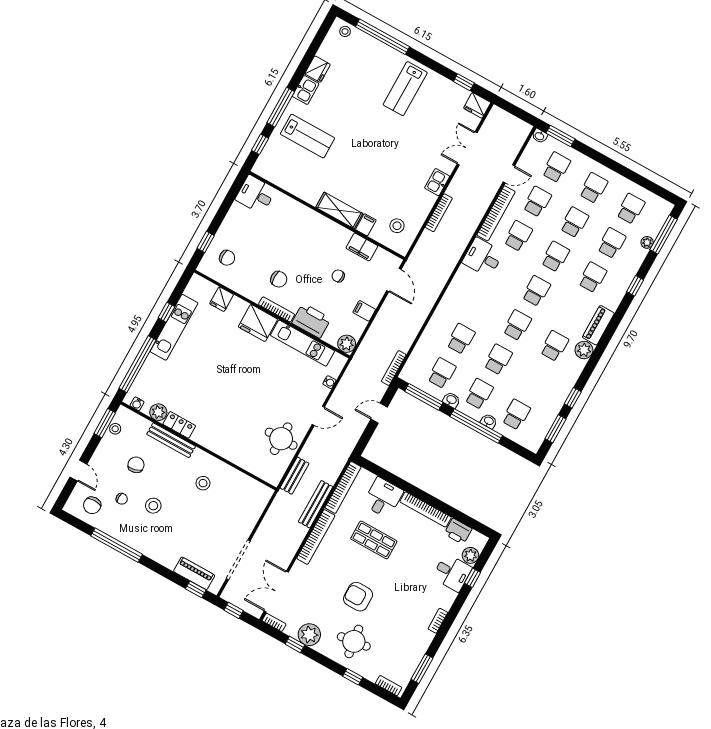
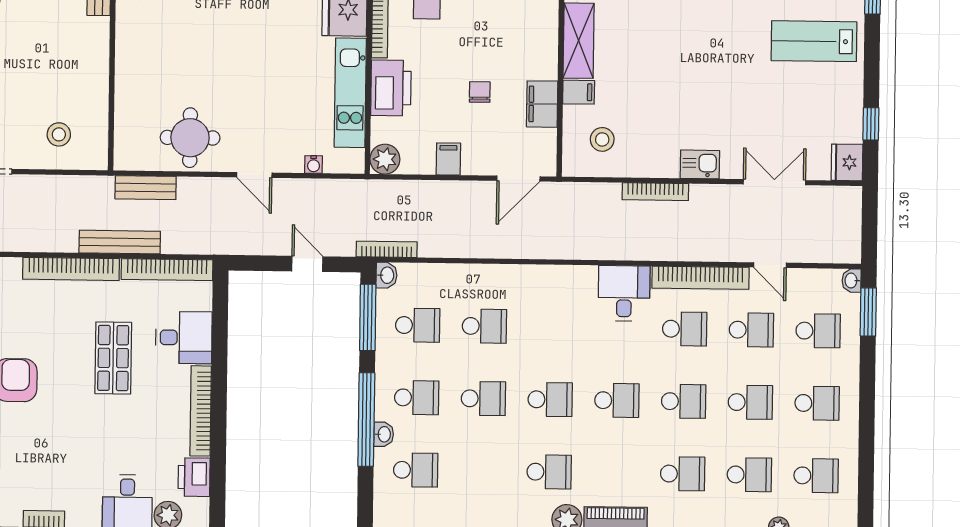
washbasin: (451, 400) -> (387, 275), moved
stool: (203, 483) -> (59, 134), moved

